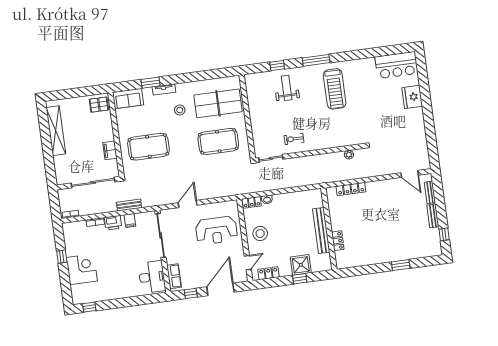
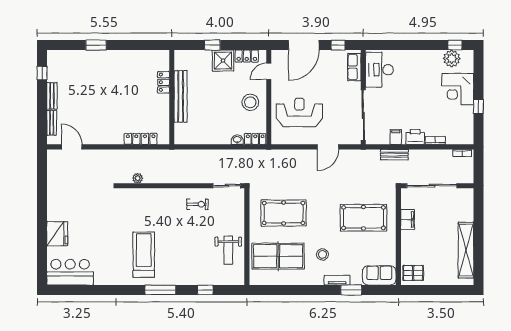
weight bench: (287, 88) -> (228, 250), moved
shower: (301, 265) -> (223, 61), moved
plant: (91, 295) -> (452, 59), added

